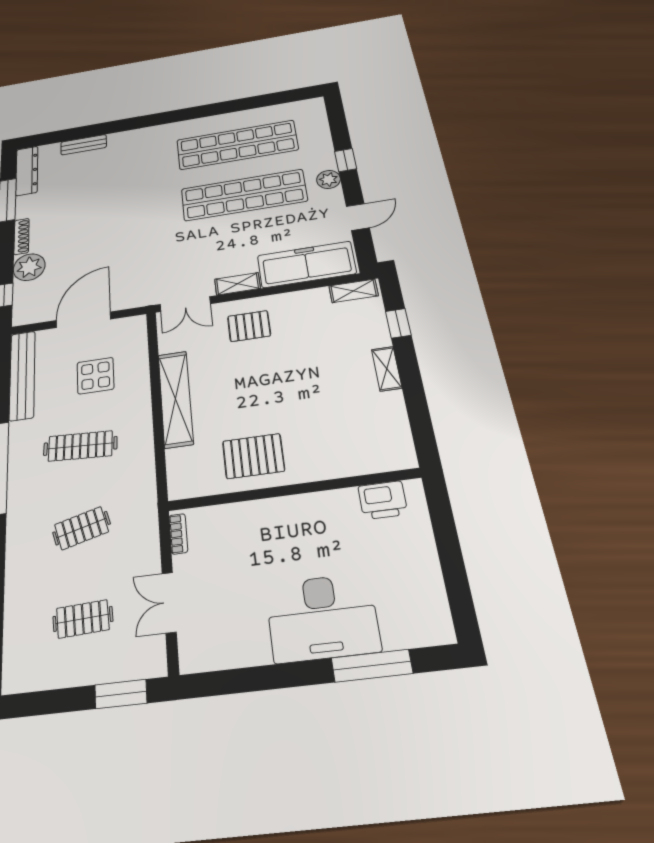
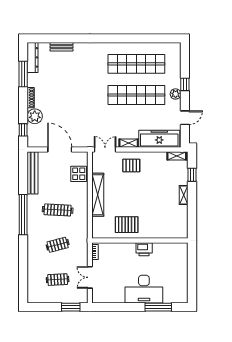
double door: (185, 304) -> (105, 150), swing flipped
door: (83, 320) -> (60, 150), hinge flipped
display table: (96, 376) -> (79, 174), moved
printer: (383, 500) -> (144, 249), moved

